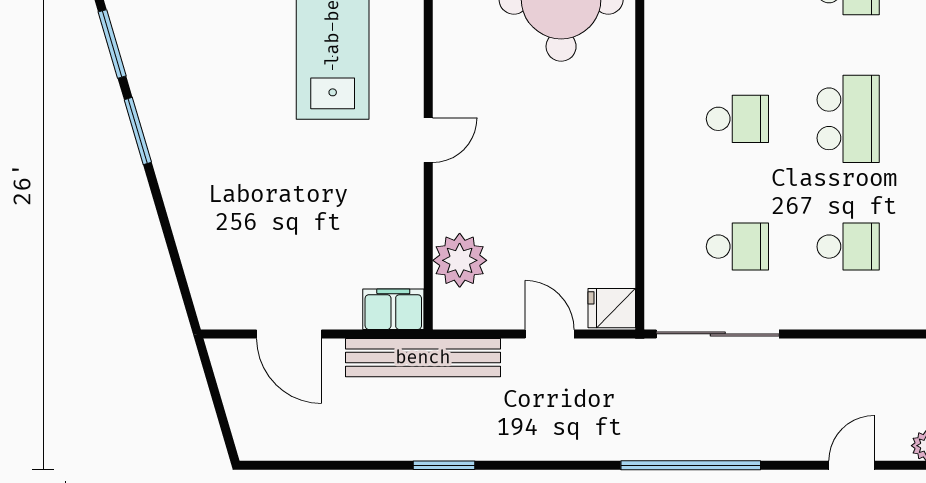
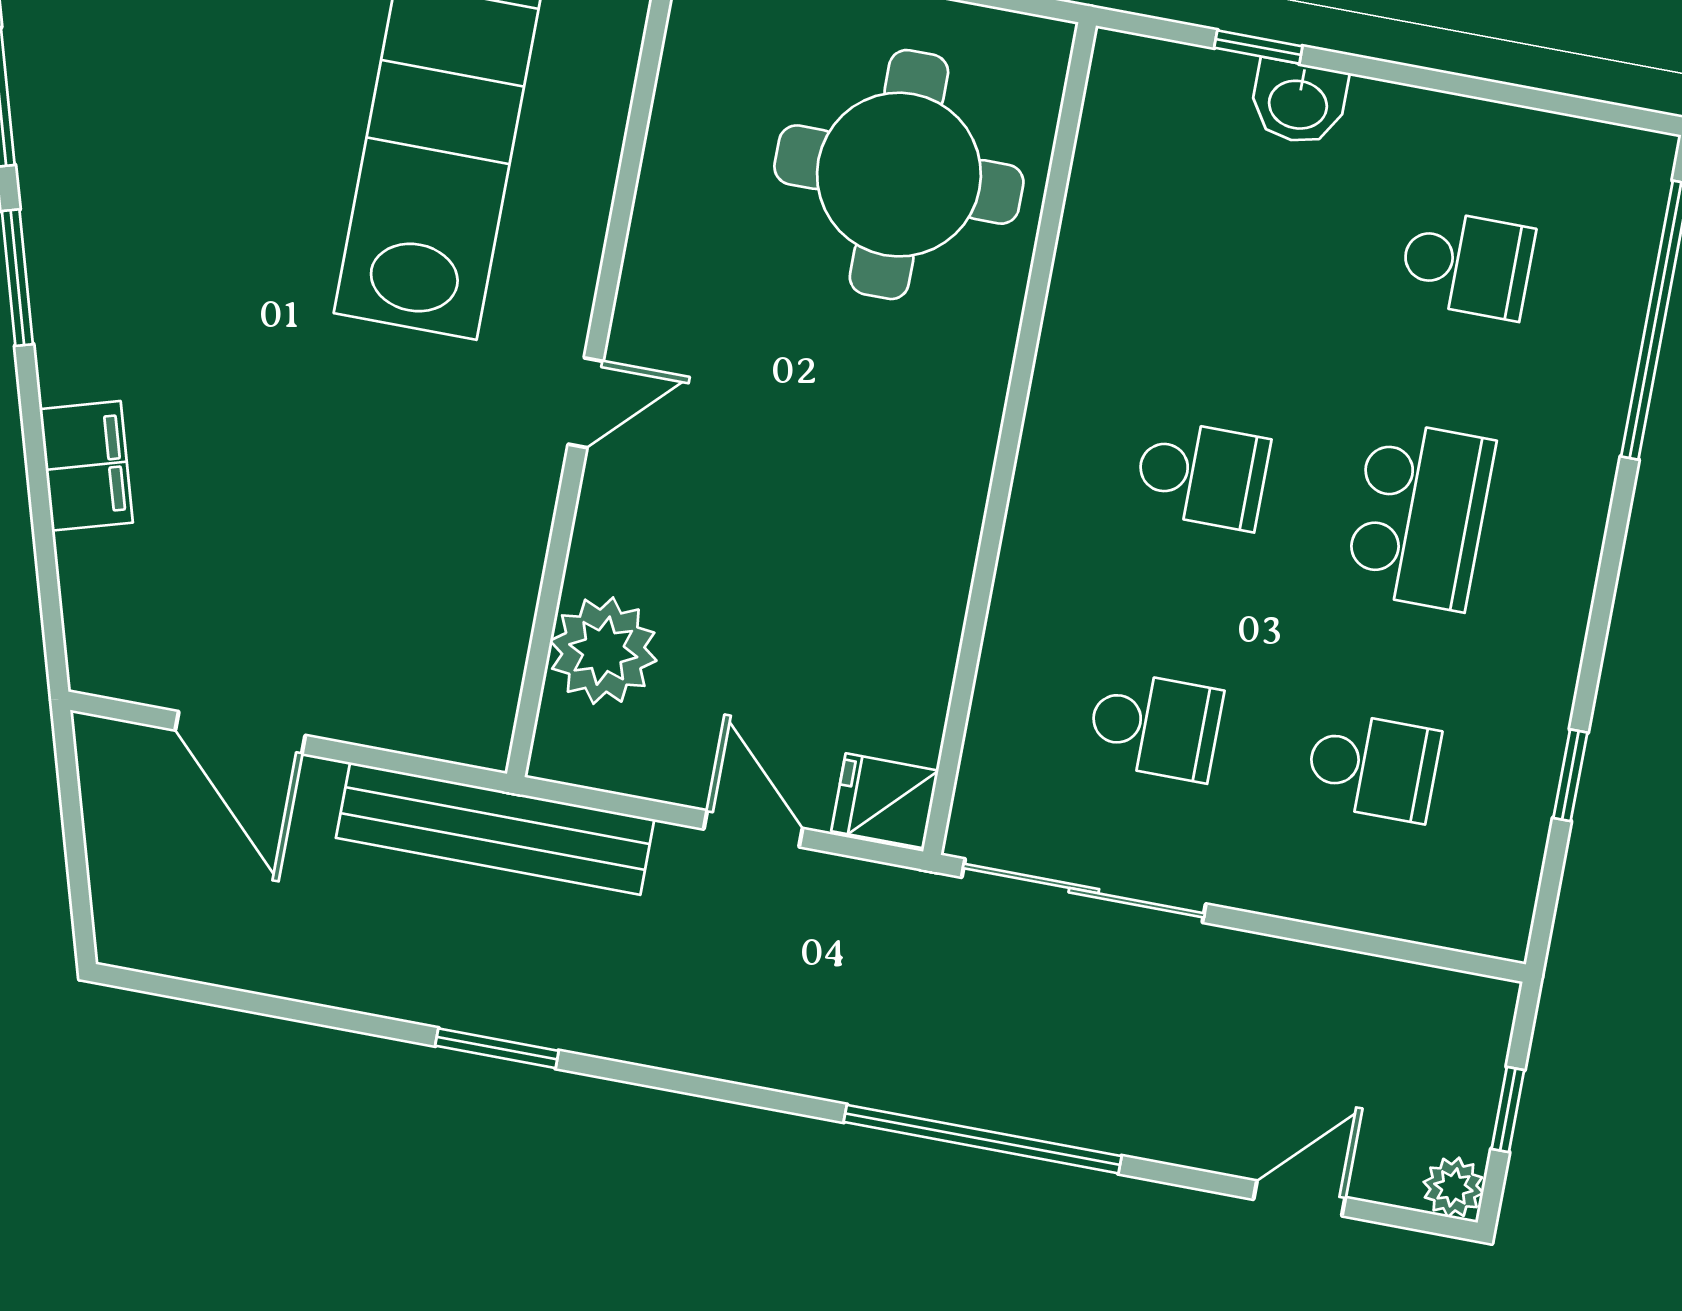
filing cabinet: (393, 309) -> (86, 466), moved, turned 74

